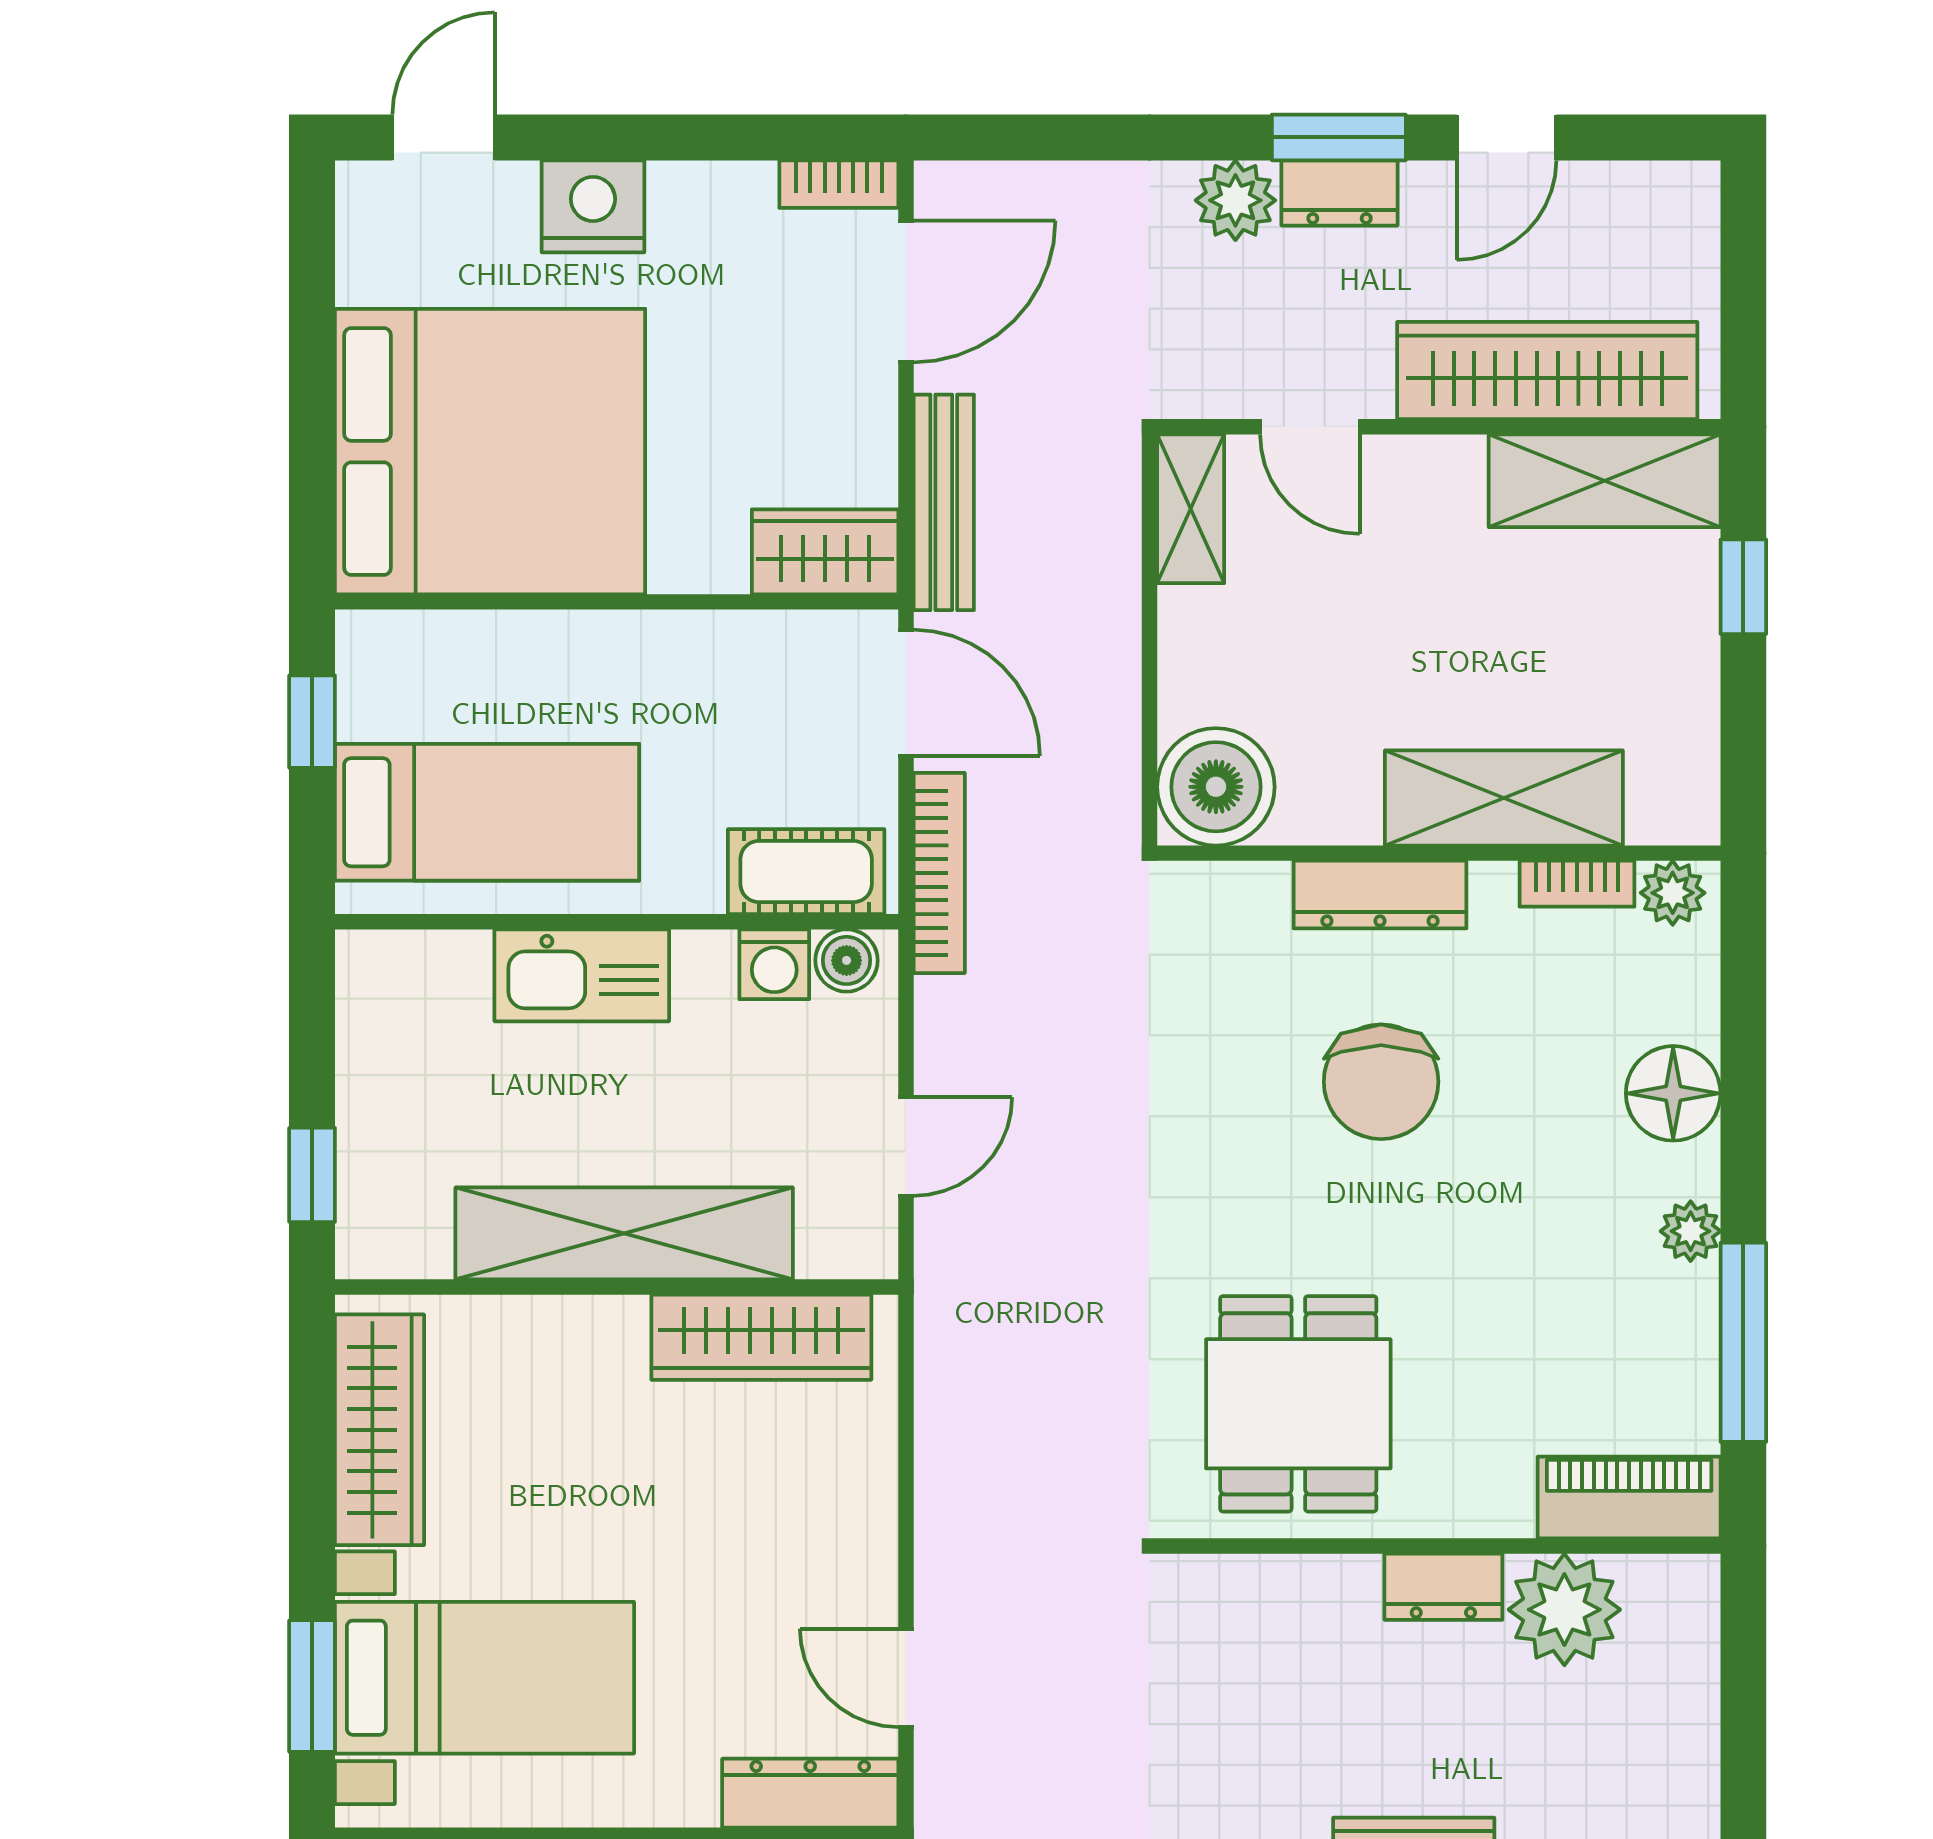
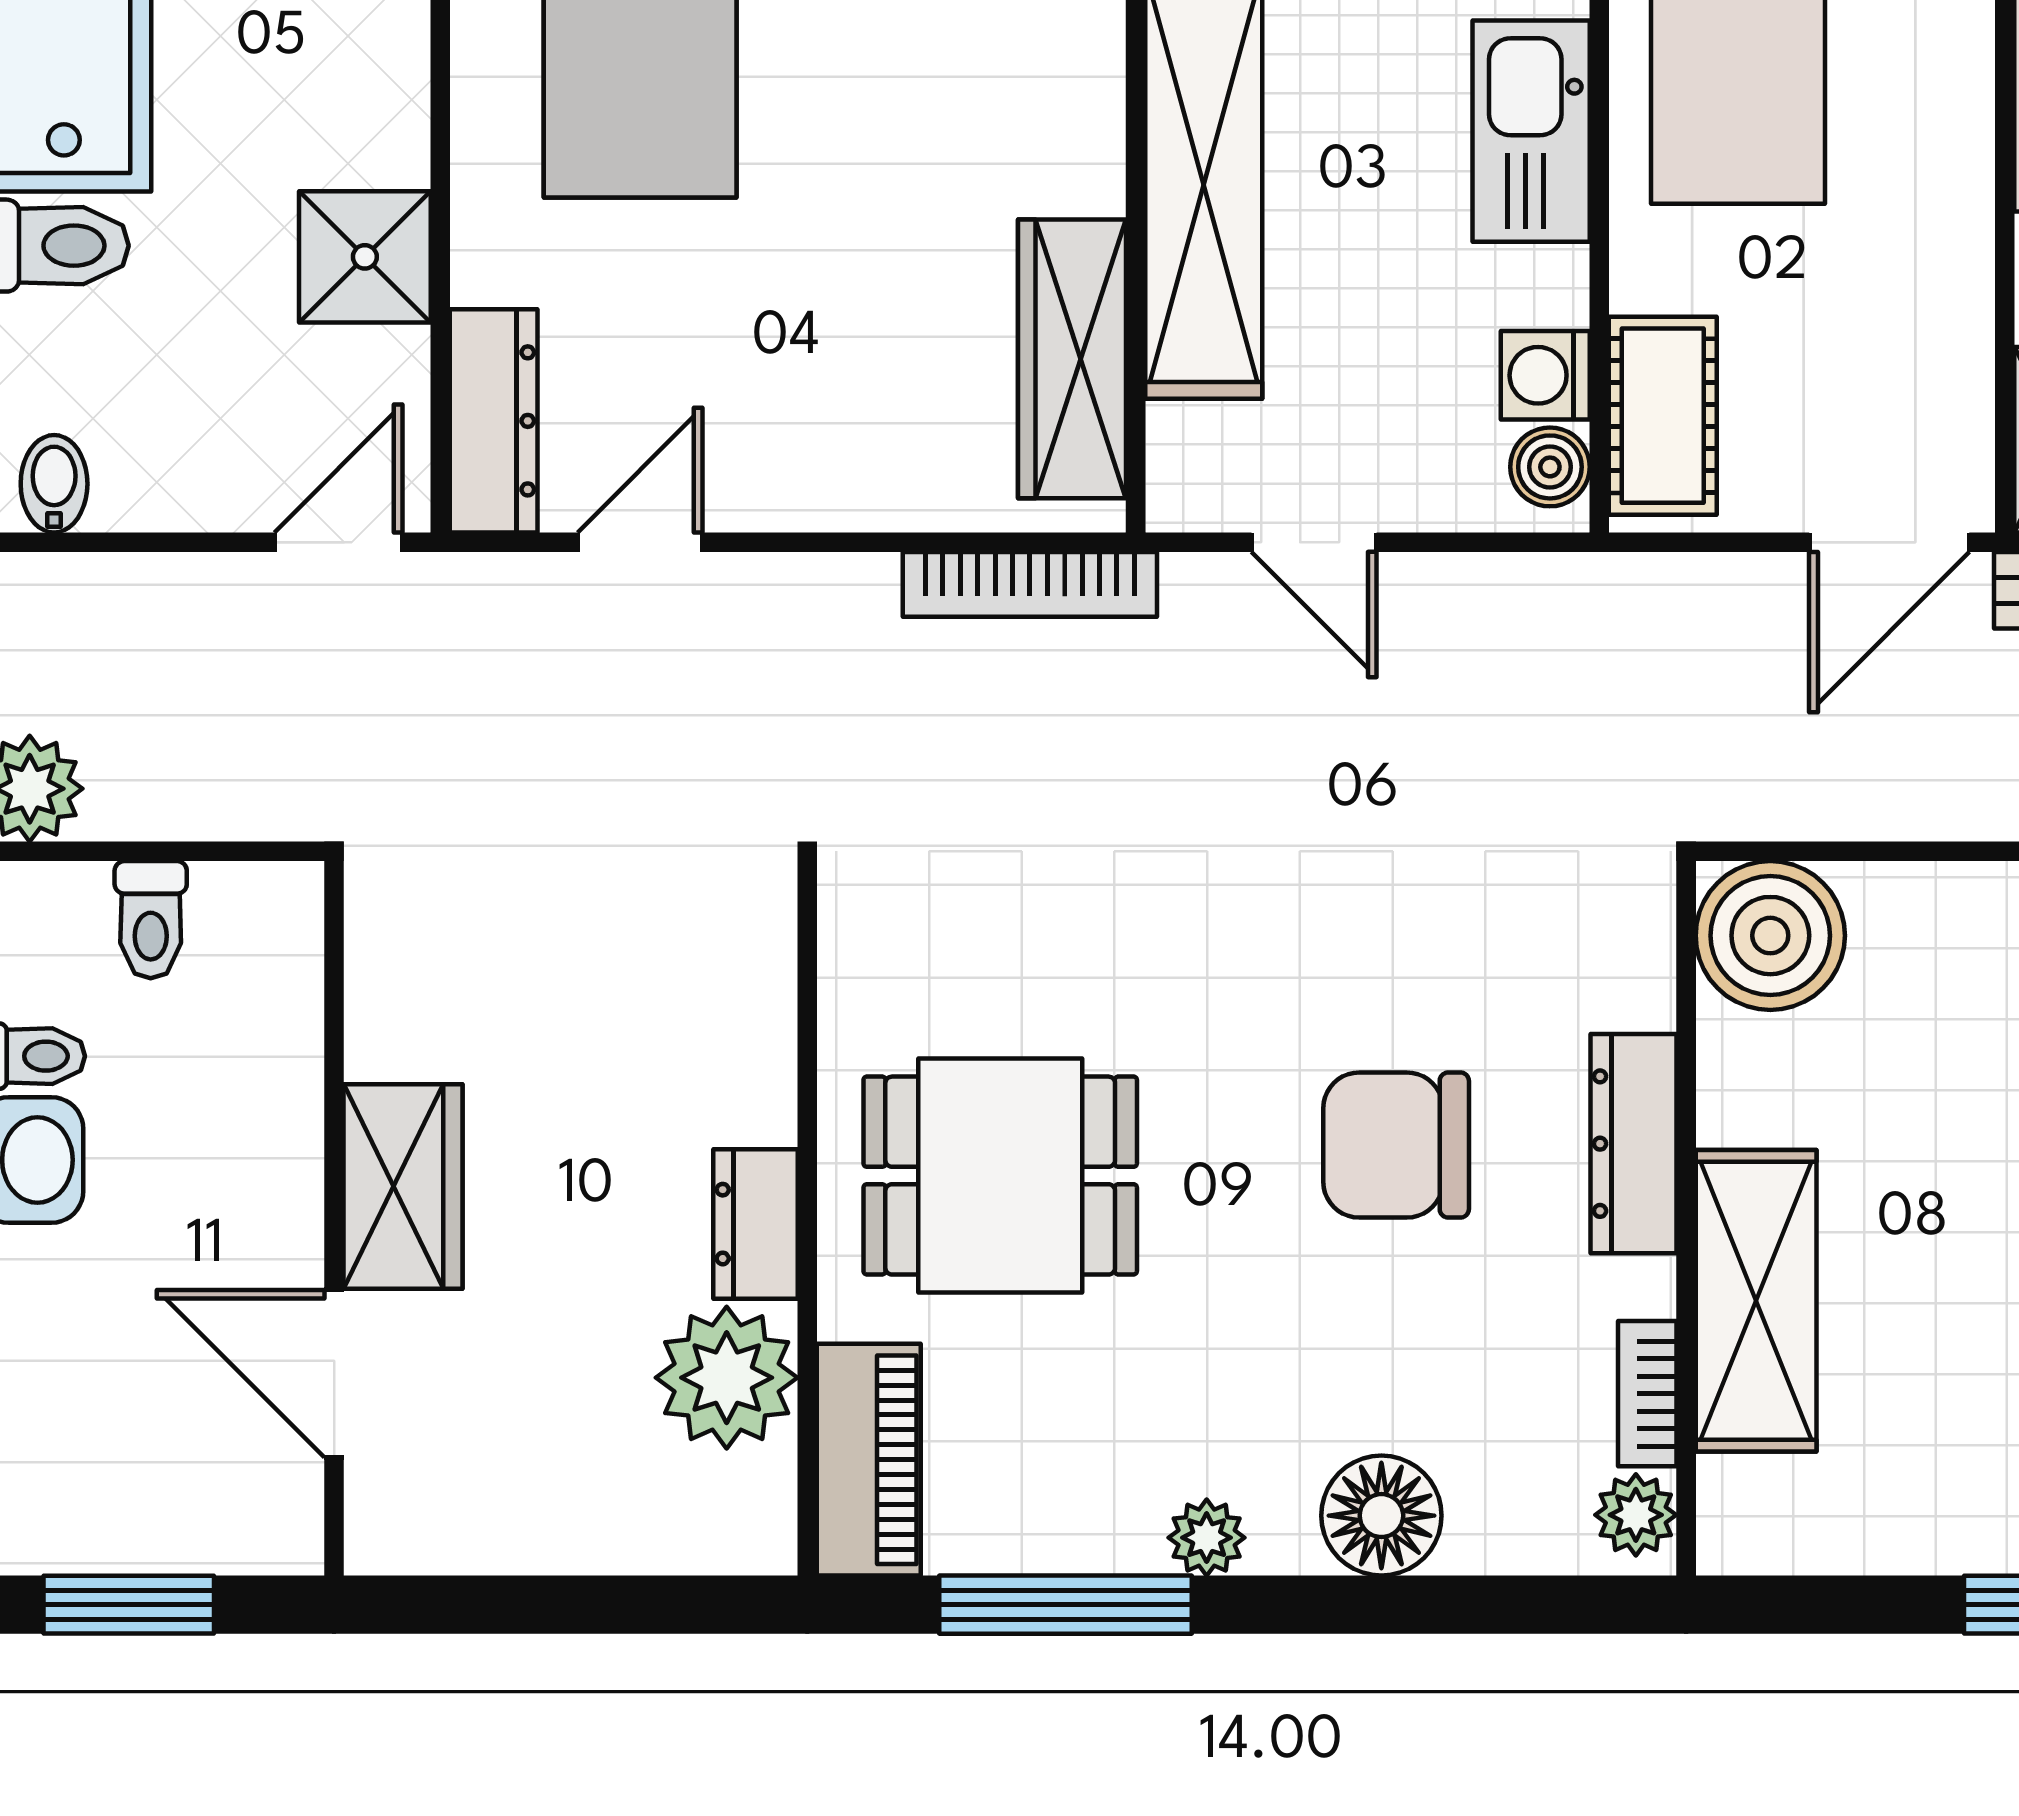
bookcase: (939, 873) -> (1030, 584), moved
dining table: (1298, 1404) -> (1000, 1176), moved

